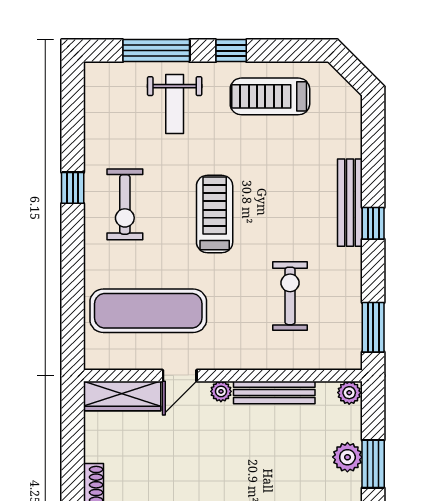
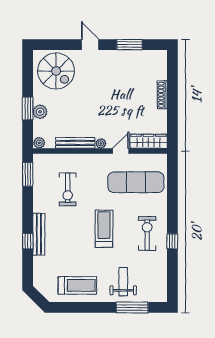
window: (231, 51) -> (96, 307), removed
treadmill: (215, 214) -> (104, 229), turned 180
window: (373, 223) -> (28, 241), moved

